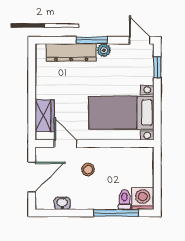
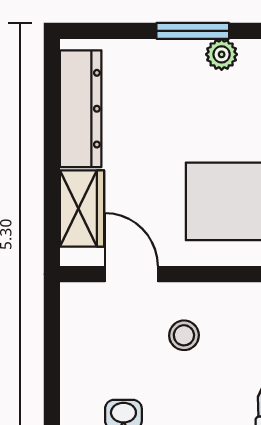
dresser: (71, 52) -> (81, 109), moved, turned -90
door: (32, 177) -> (52, 353), removed

